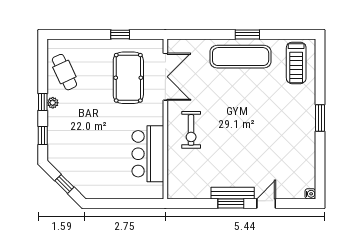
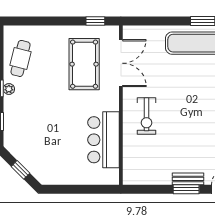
window: (120, 34) -> (95, 21), moved
cafe table: (64, 72) -> (21, 58), turned 39
bench: (233, 193) -> (188, 179), width x0.73

